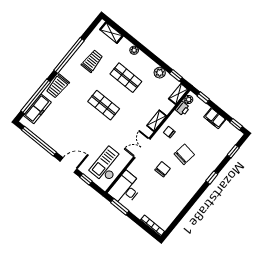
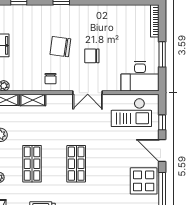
printer: (182, 108) -> (17, 85), removed
shelving: (157, 121) -> (33, 100), moved
display table: (59, 138) -> (144, 181), added
window: (120, 207) -> (162, 54), moved

